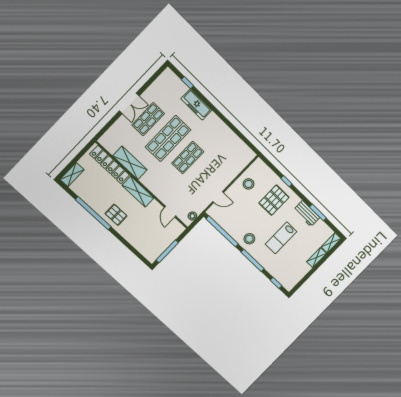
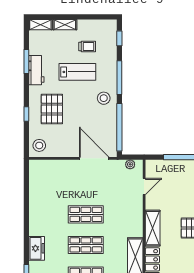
freezer: (196, 104) -> (37, 248), width x0.71
shop shelf: (168, 138) -> (86, 245), width x0.70, depth x0.74
stool: (248, 184) -> (39, 145), moved
door: (218, 197) -> (94, 158), width x1.87
pallet: (274, 200) -> (52, 109), turned 90
trolley: (290, 259) -> (87, 46), added

